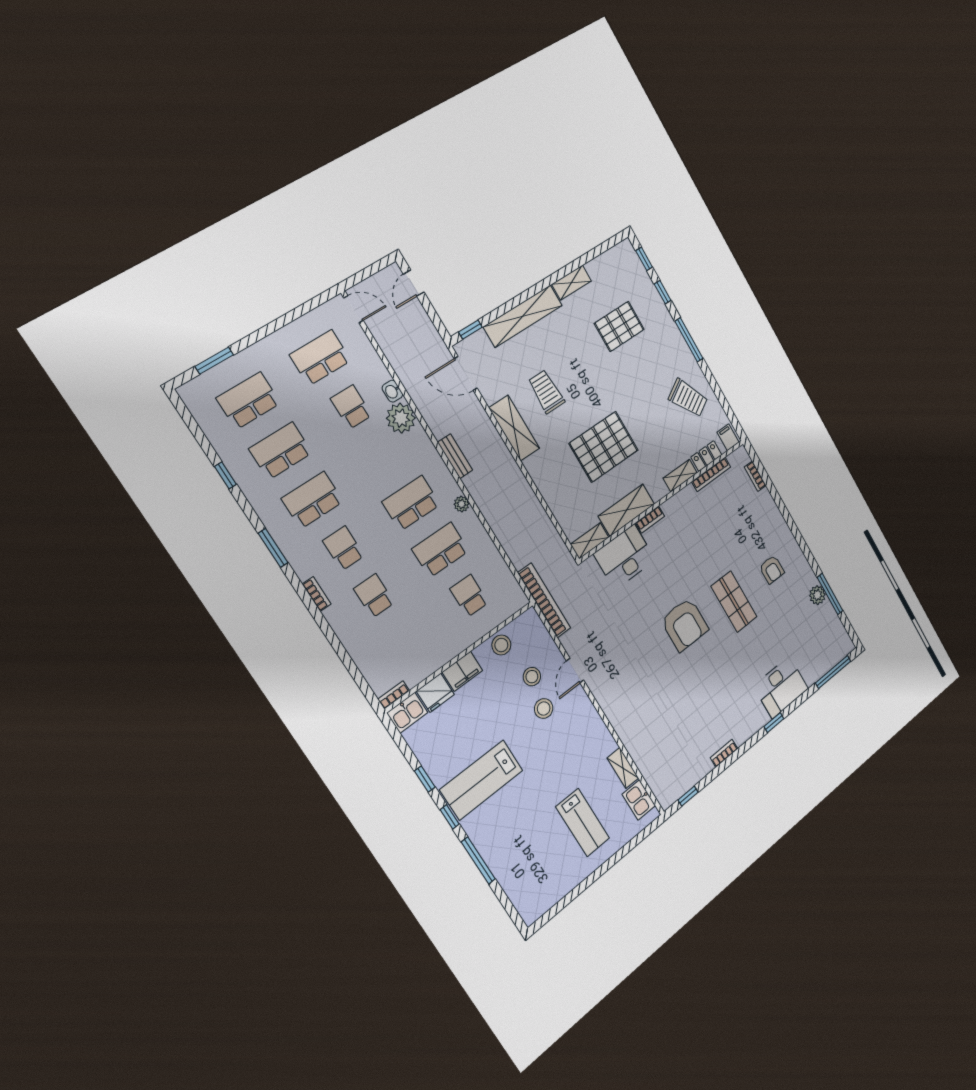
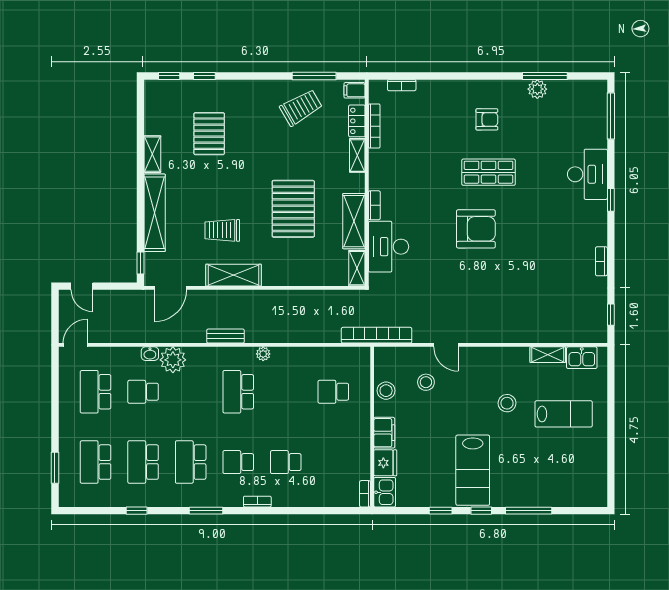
window: (689, 340) -> (314, 76), moved
school desk: (440, 550) -> (286, 392), removed
stool: (544, 708) -> (507, 403), moved

